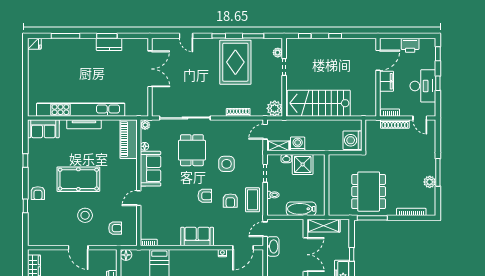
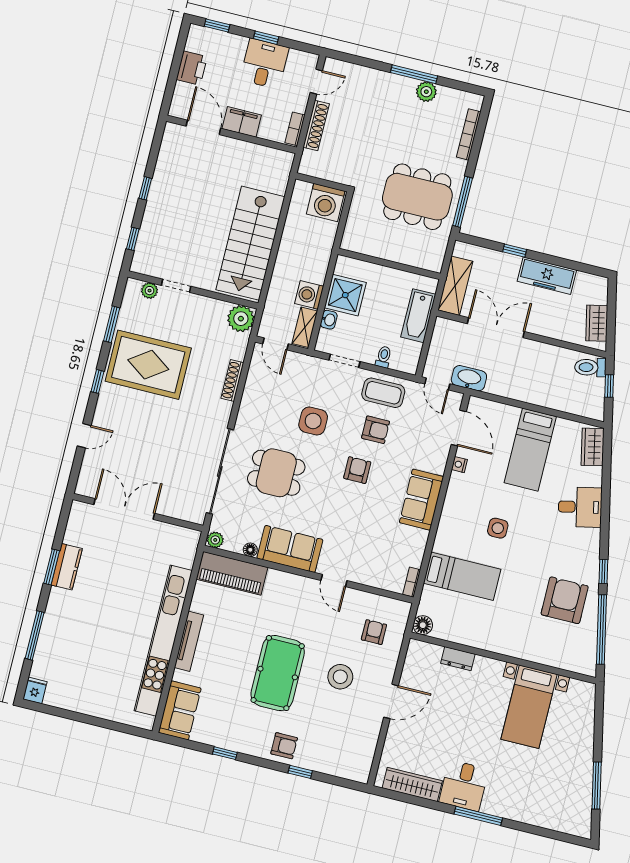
desk: (423, 86) -> (264, 64), width x0.73

